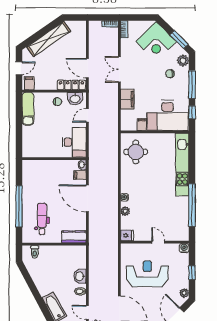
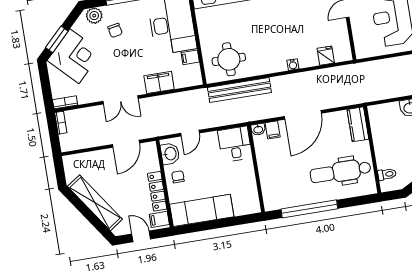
window: (179, 40) -> (57, 39), moved
locker: (71, 85) -> (157, 191), moved
exam couch: (28, 109) -> (202, 210), width x1.36, depth x1.45
door: (87, 115) -> (190, 133), hinge flipped
desk: (74, 142) -> (235, 144), width x0.73
bench: (112, 156) -> (239, 90), added
window: (19, 206) -> (309, 209), moved
plant: (125, 211) -> (312, 60), removed
dental chair: (42, 219) -> (340, 172), width x1.36, depth x1.38
fridge: (127, 235) -> (326, 56), moved

